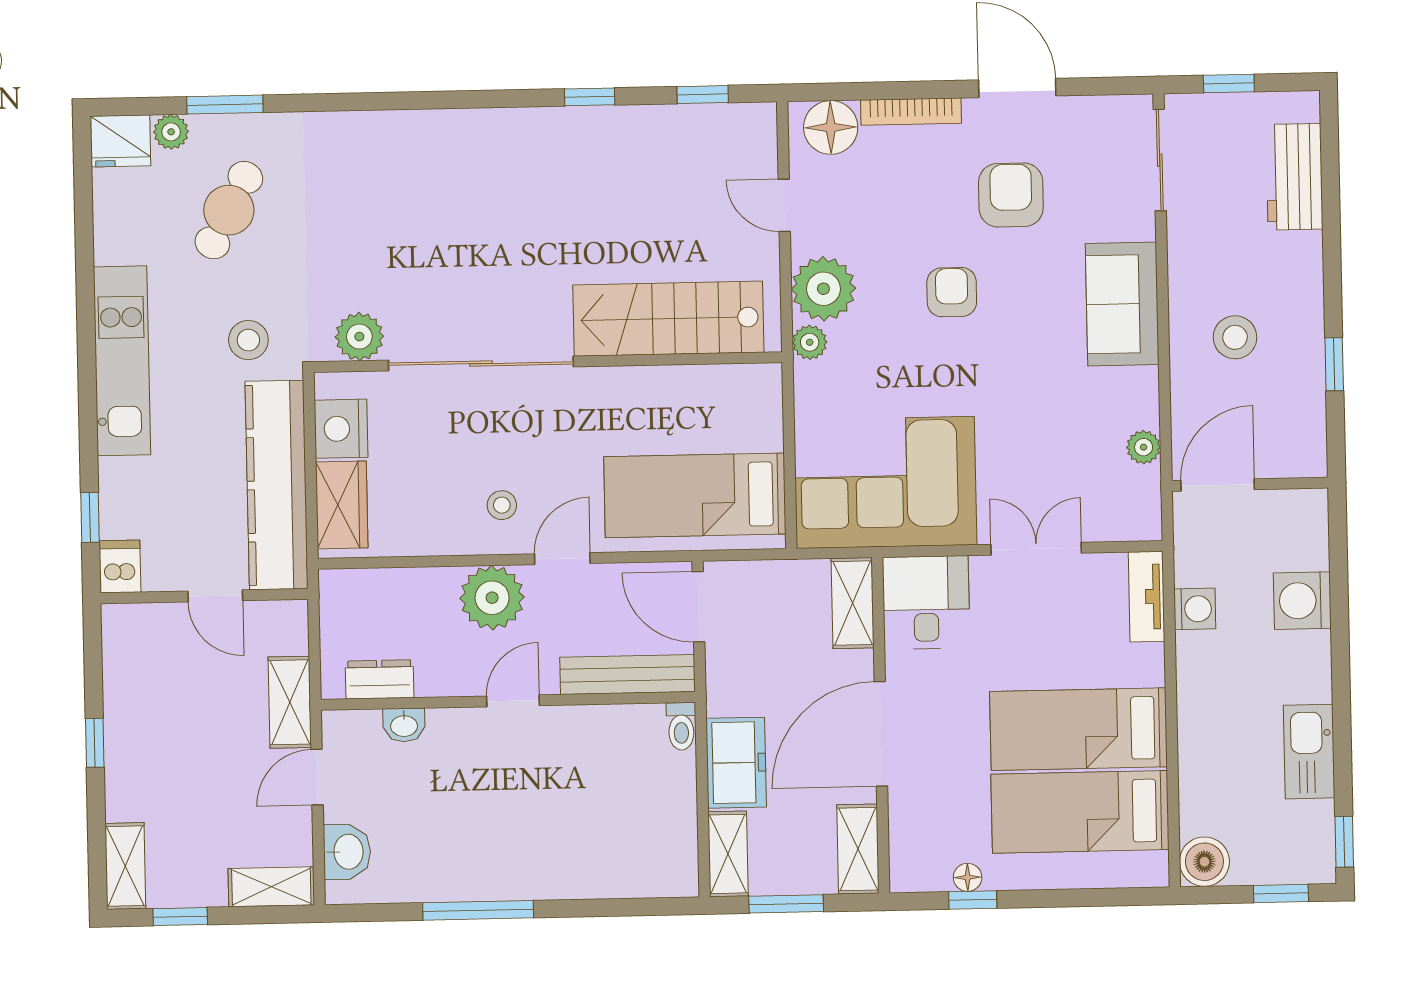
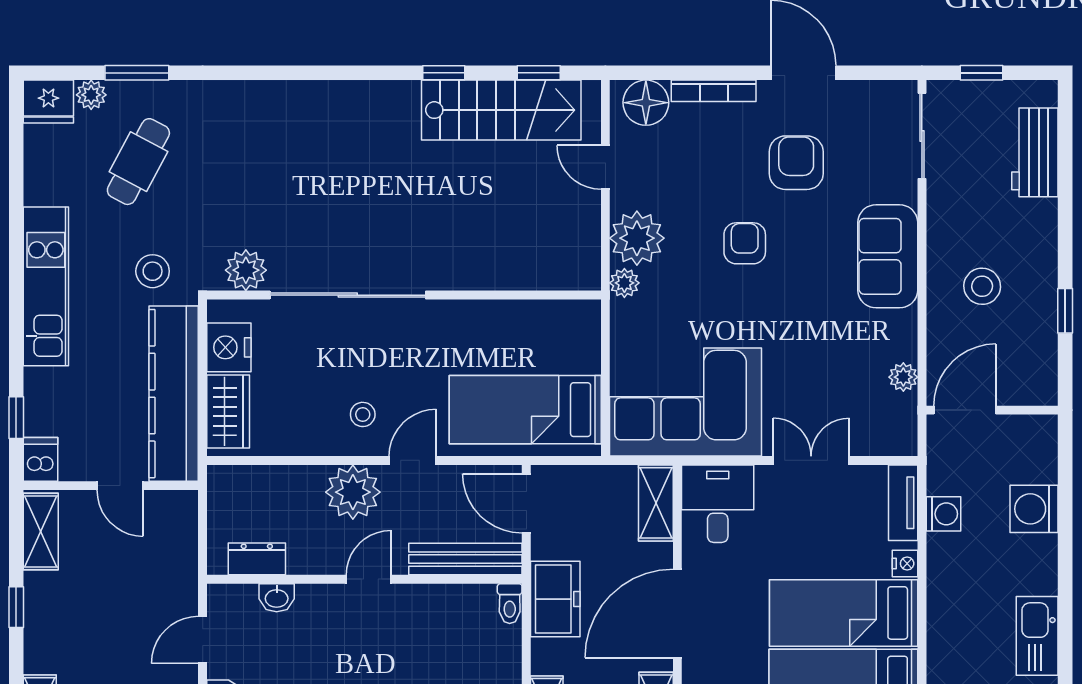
stairs: (668, 319) -> (501, 110), moved, turned 180
nightstand: (1150, 669) -> (905, 563), added
shelving: (290, 702) -> (41, 531), moved
freezer: (736, 763) -> (555, 599), moved

